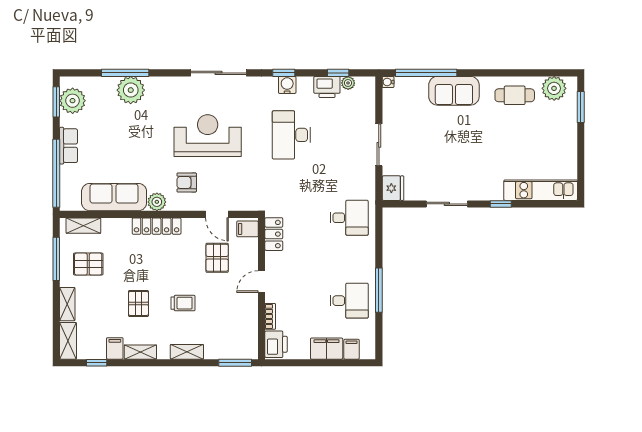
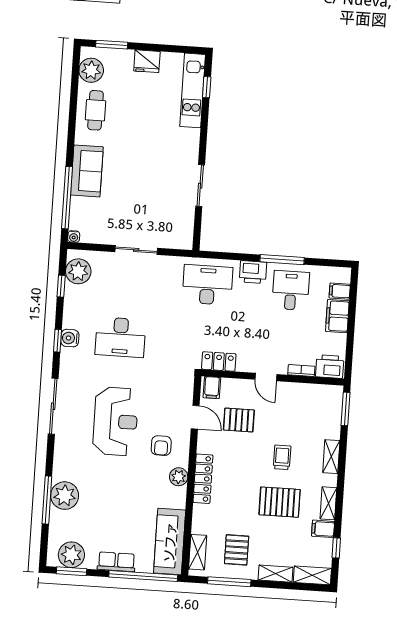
plant: (348, 83) -> (78, 271), width x1.88, depth x1.88
printer: (327, 87) -> (253, 272), moved, turned 90
reception desk: (208, 136) -> (115, 421), turned 180
fridge: (393, 188) -> (147, 61), moved, turned 180
sofa: (114, 197) -> (170, 542), moved
window: (501, 204) -> (207, 87), moved
door: (217, 214) -> (195, 417), hinge flipped
desk: (349, 218) -> (207, 285), width x1.37
pallet: (138, 303) -> (280, 502), width x1.50, depth x1.42

